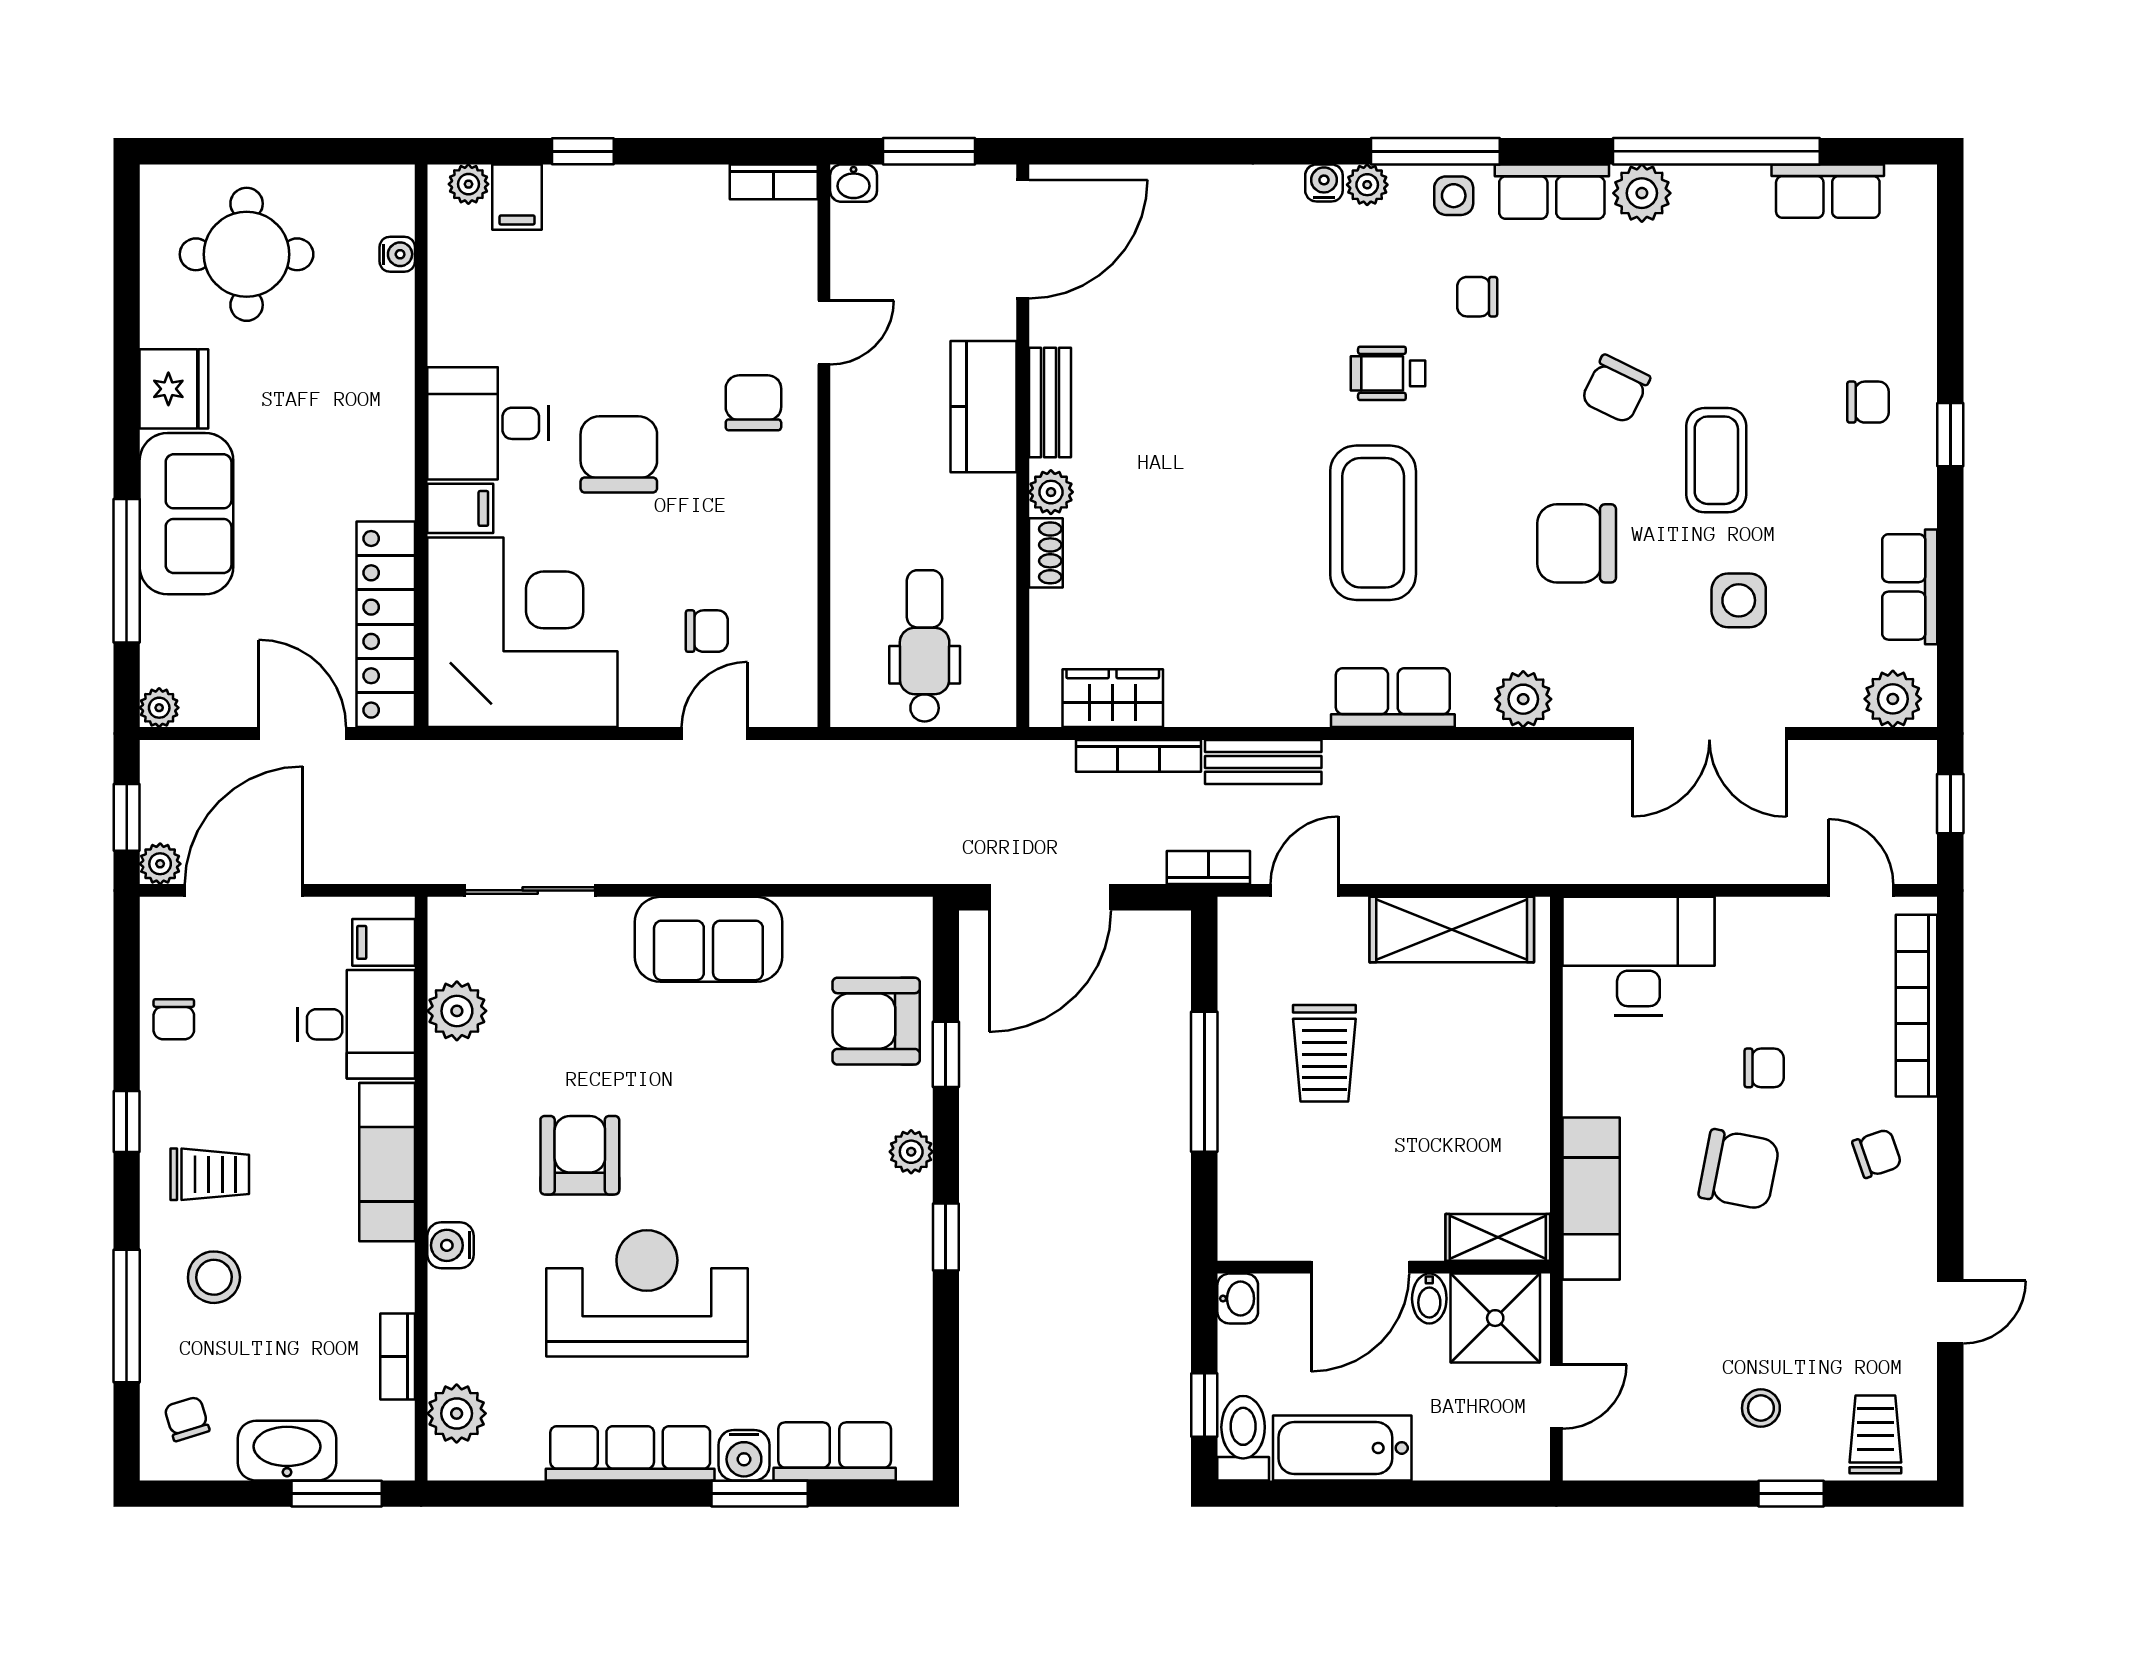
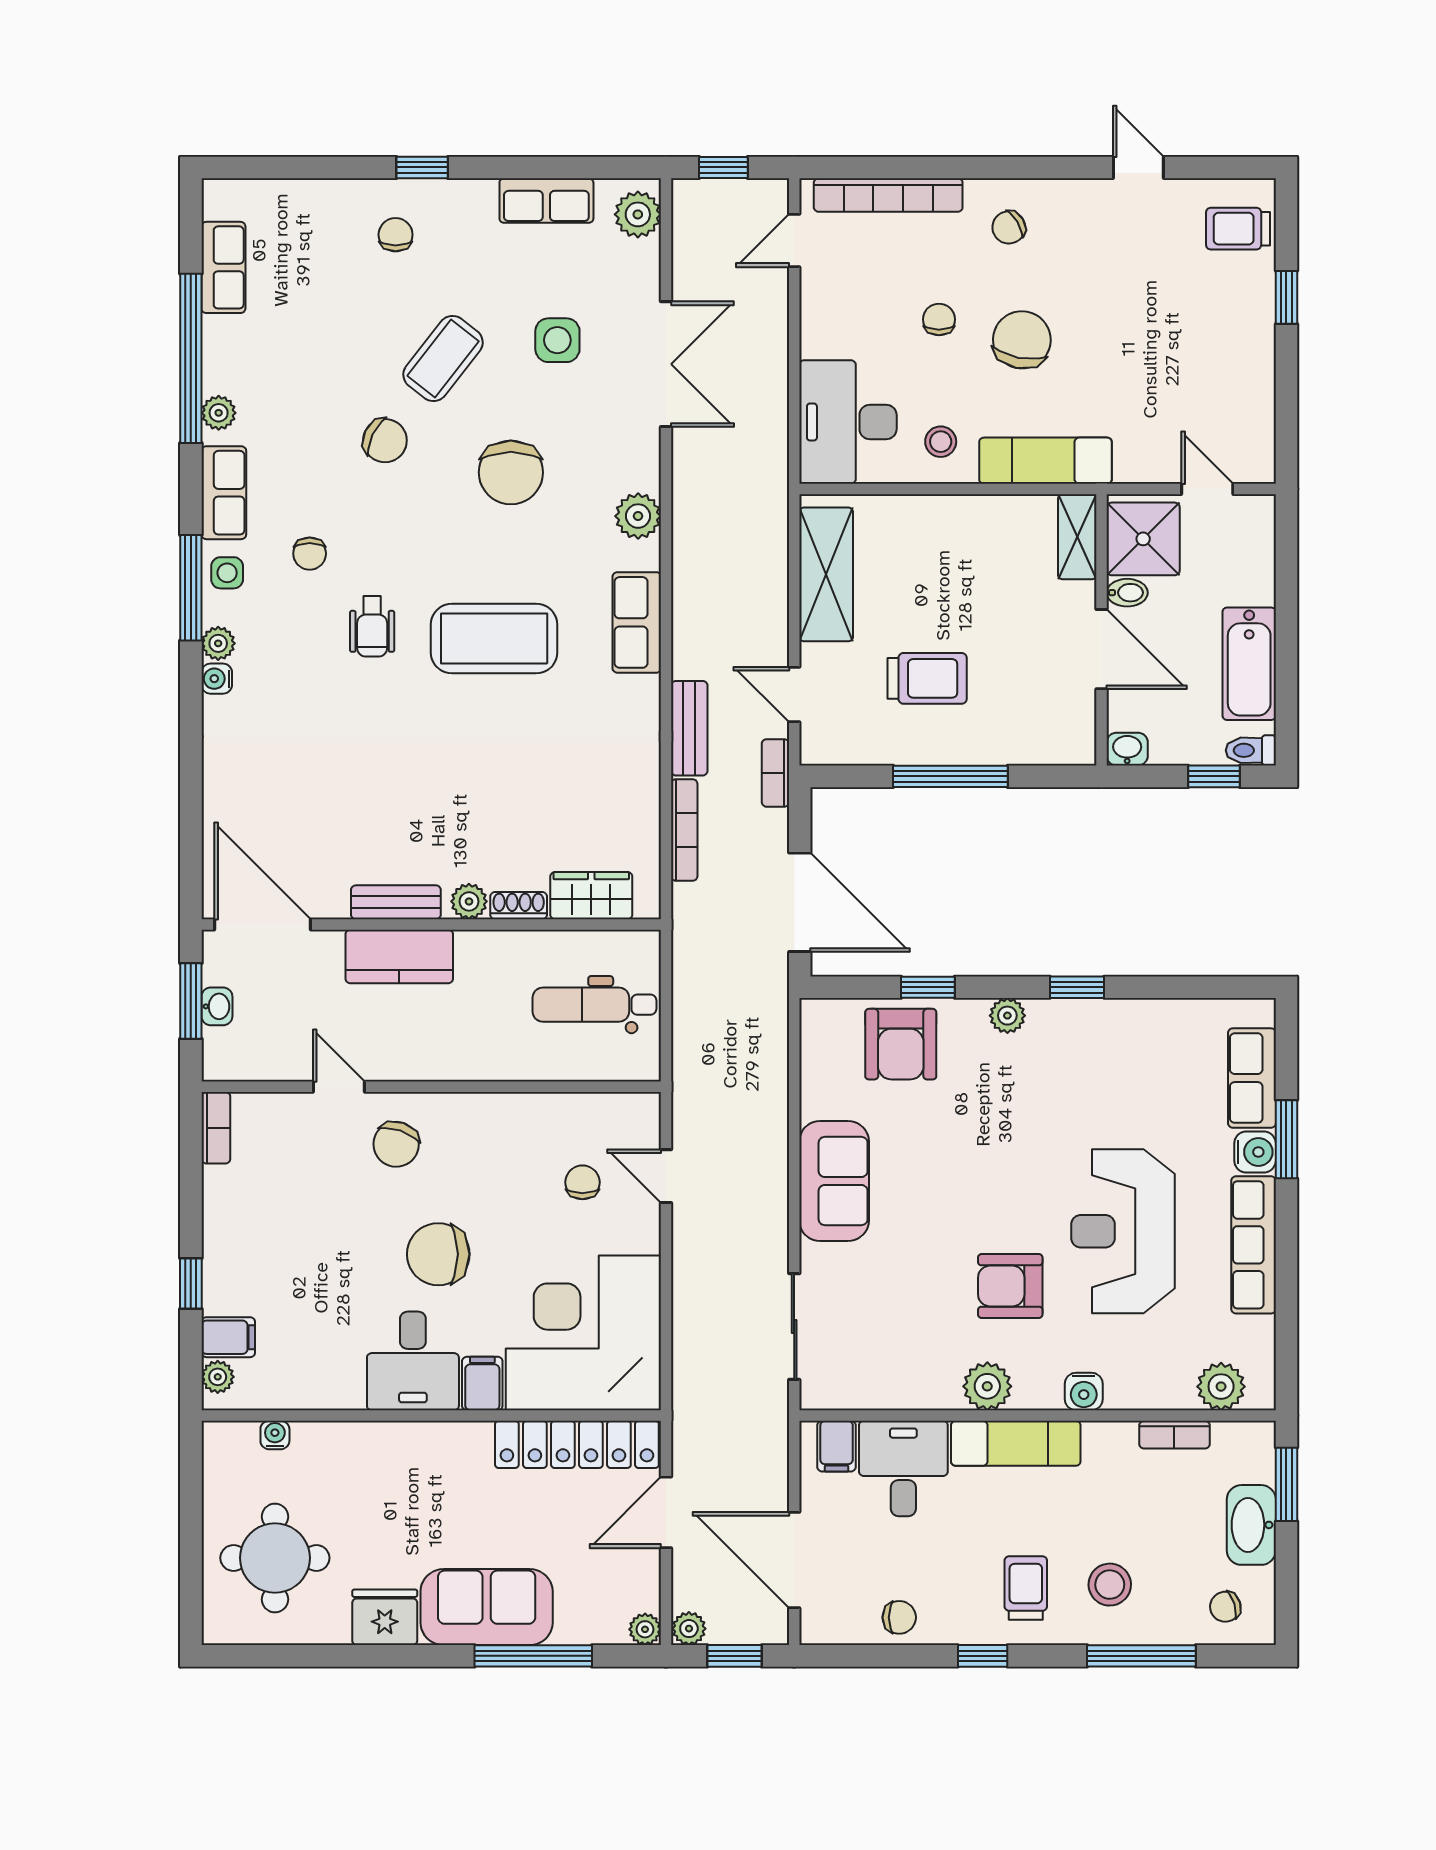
washbasin: (854, 183) -> (217, 1006), moved
plant: (1642, 193) -> (219, 413), width x0.73, depth x0.73
chair: (753, 403) -> (396, 1144), turned -71
coffee table: (1716, 460) -> (443, 358), turned -52
wardrobe: (1113, 698) -> (591, 896), moved, turned 90
plant: (160, 864) -> (689, 1629), moved
plant: (457, 1011) -> (987, 1386), moved
chair: (1877, 1153) -> (1009, 227), turned -102
stool: (1761, 1408) -> (941, 442), moved
toilet: (1243, 1438) -> (1251, 750), width x0.73, depth x0.72

